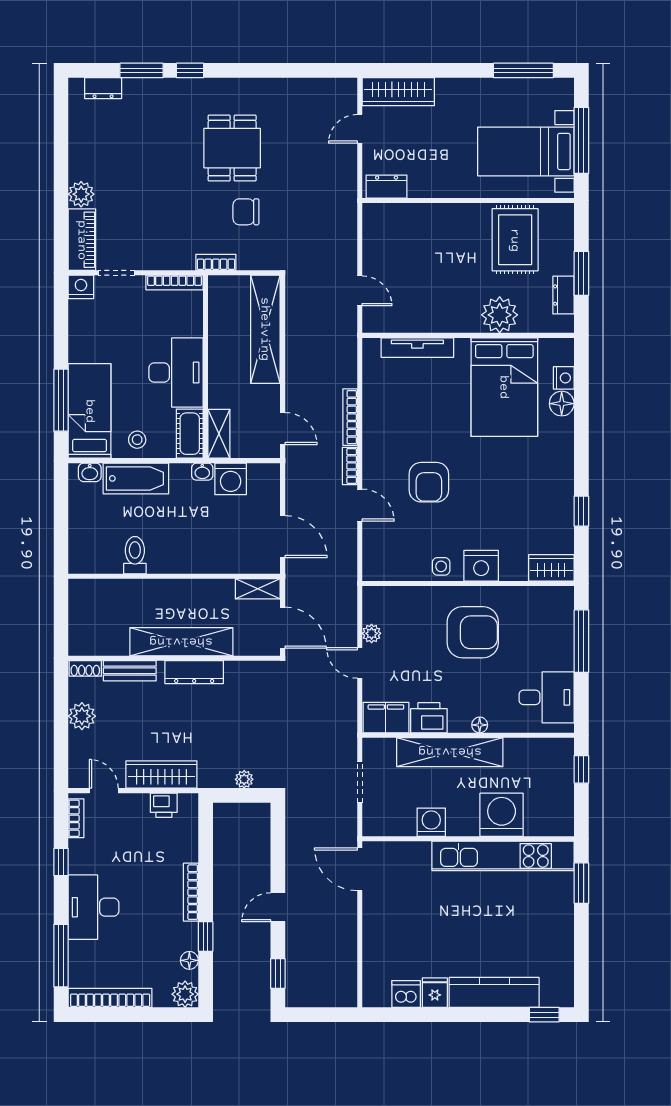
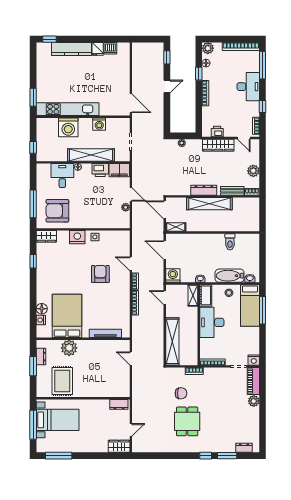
wardrobe: (398, 92) -> (119, 446), width x0.67
washing machine: (231, 479) -> (173, 275), moved
armchair: (473, 632) -> (57, 211), moved
desk: (547, 697) -> (62, 176), moved, turned 90

